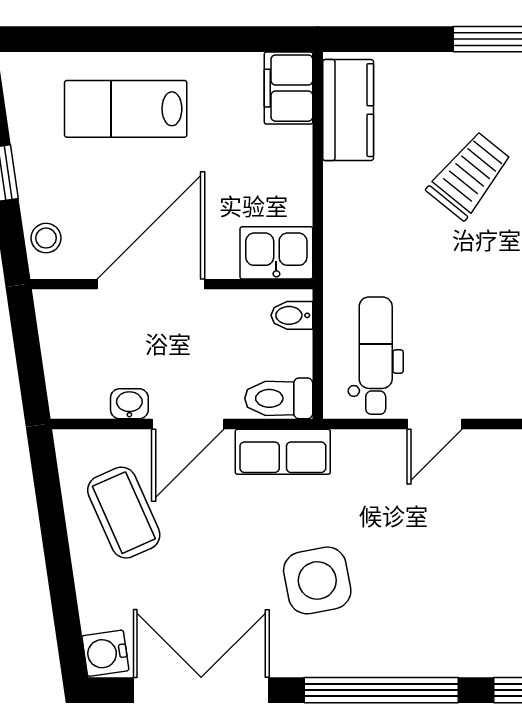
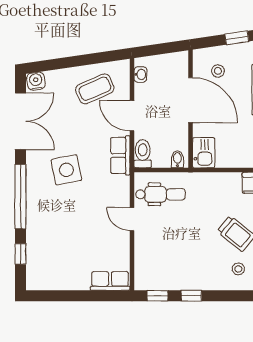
stool: (46, 238) -> (218, 71), moved
washbasin: (129, 404) -> (140, 74), moved

